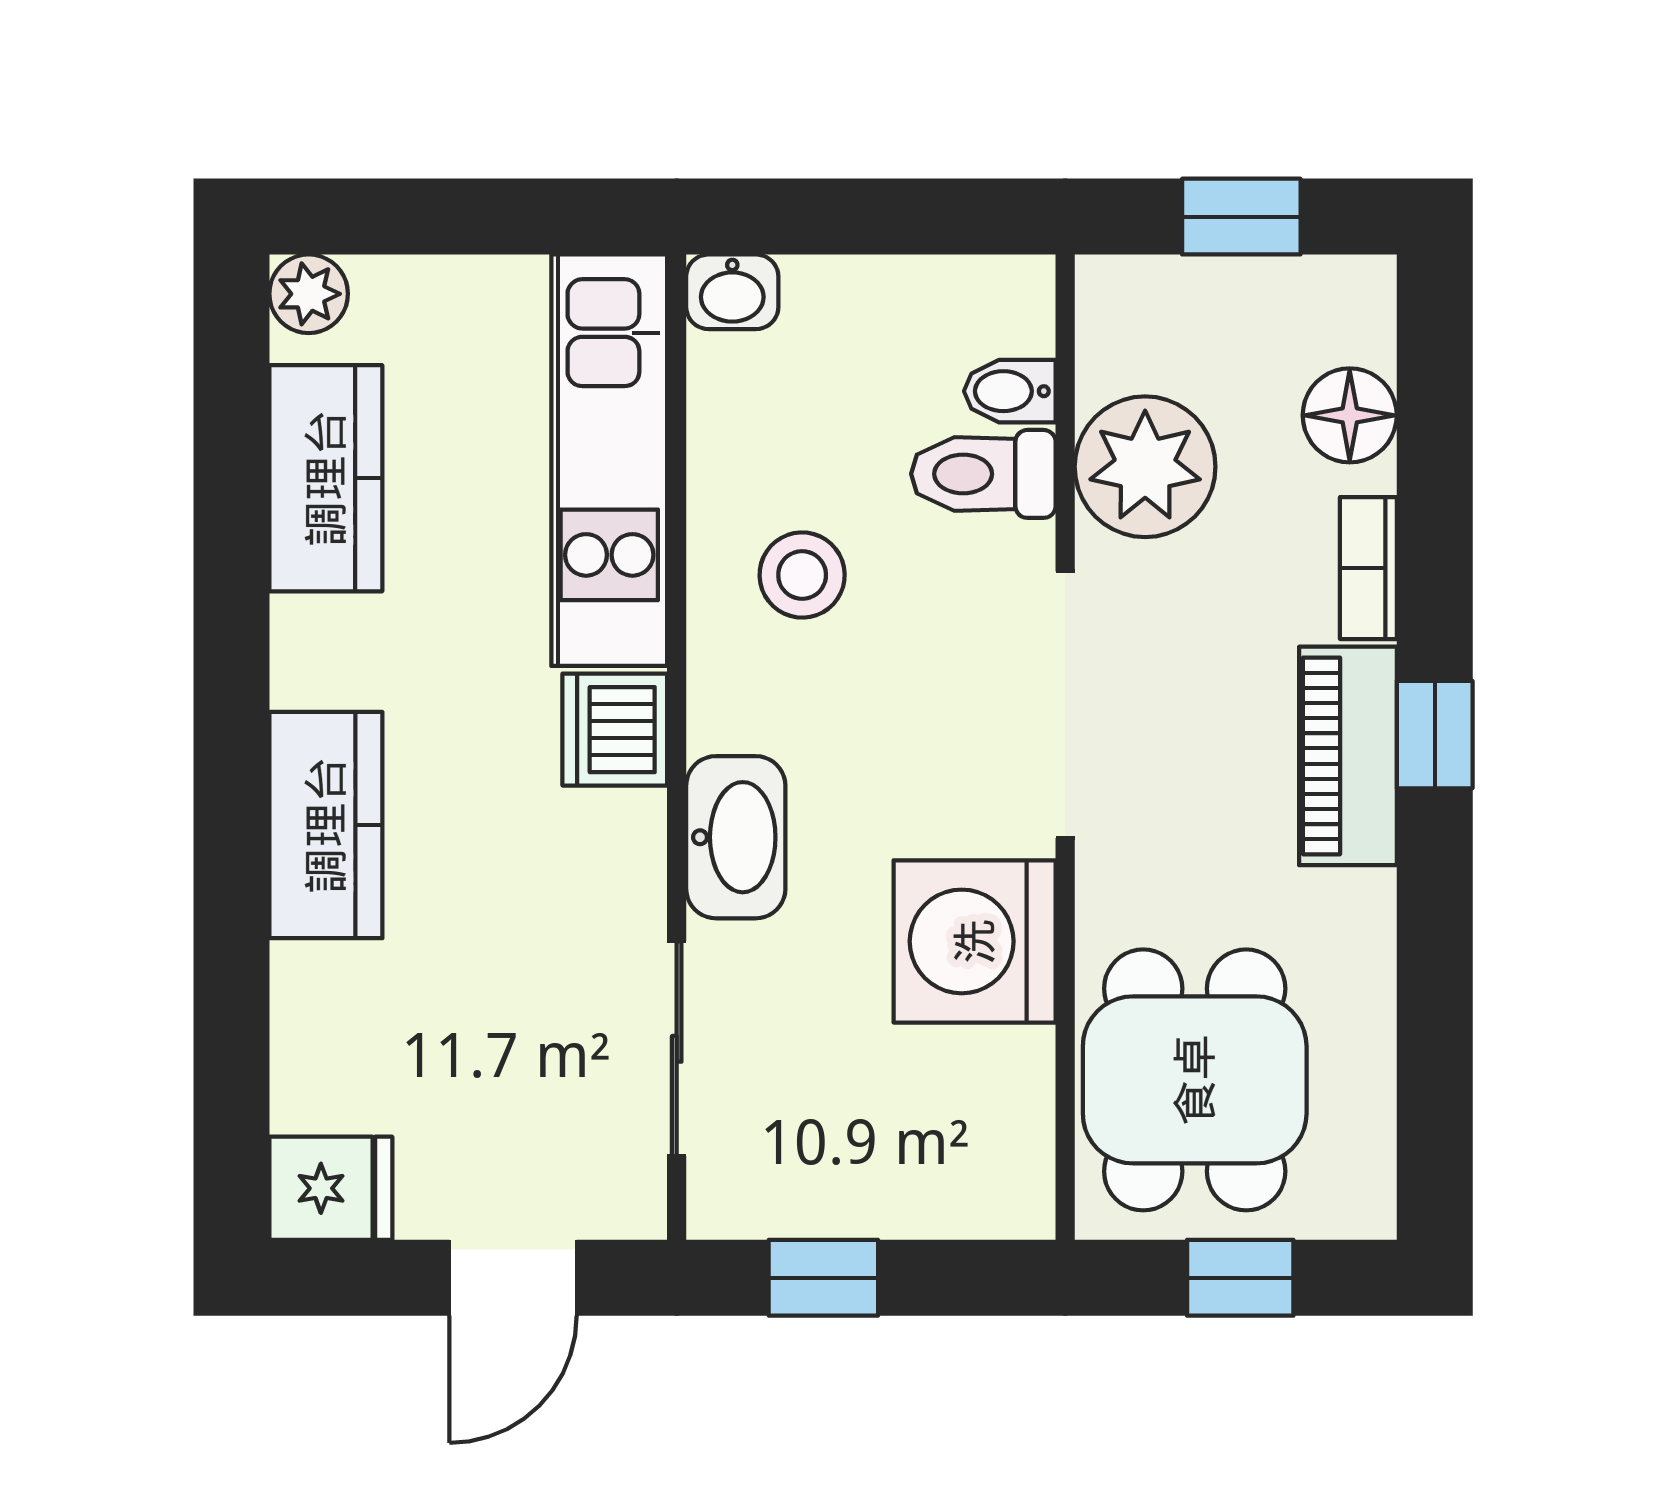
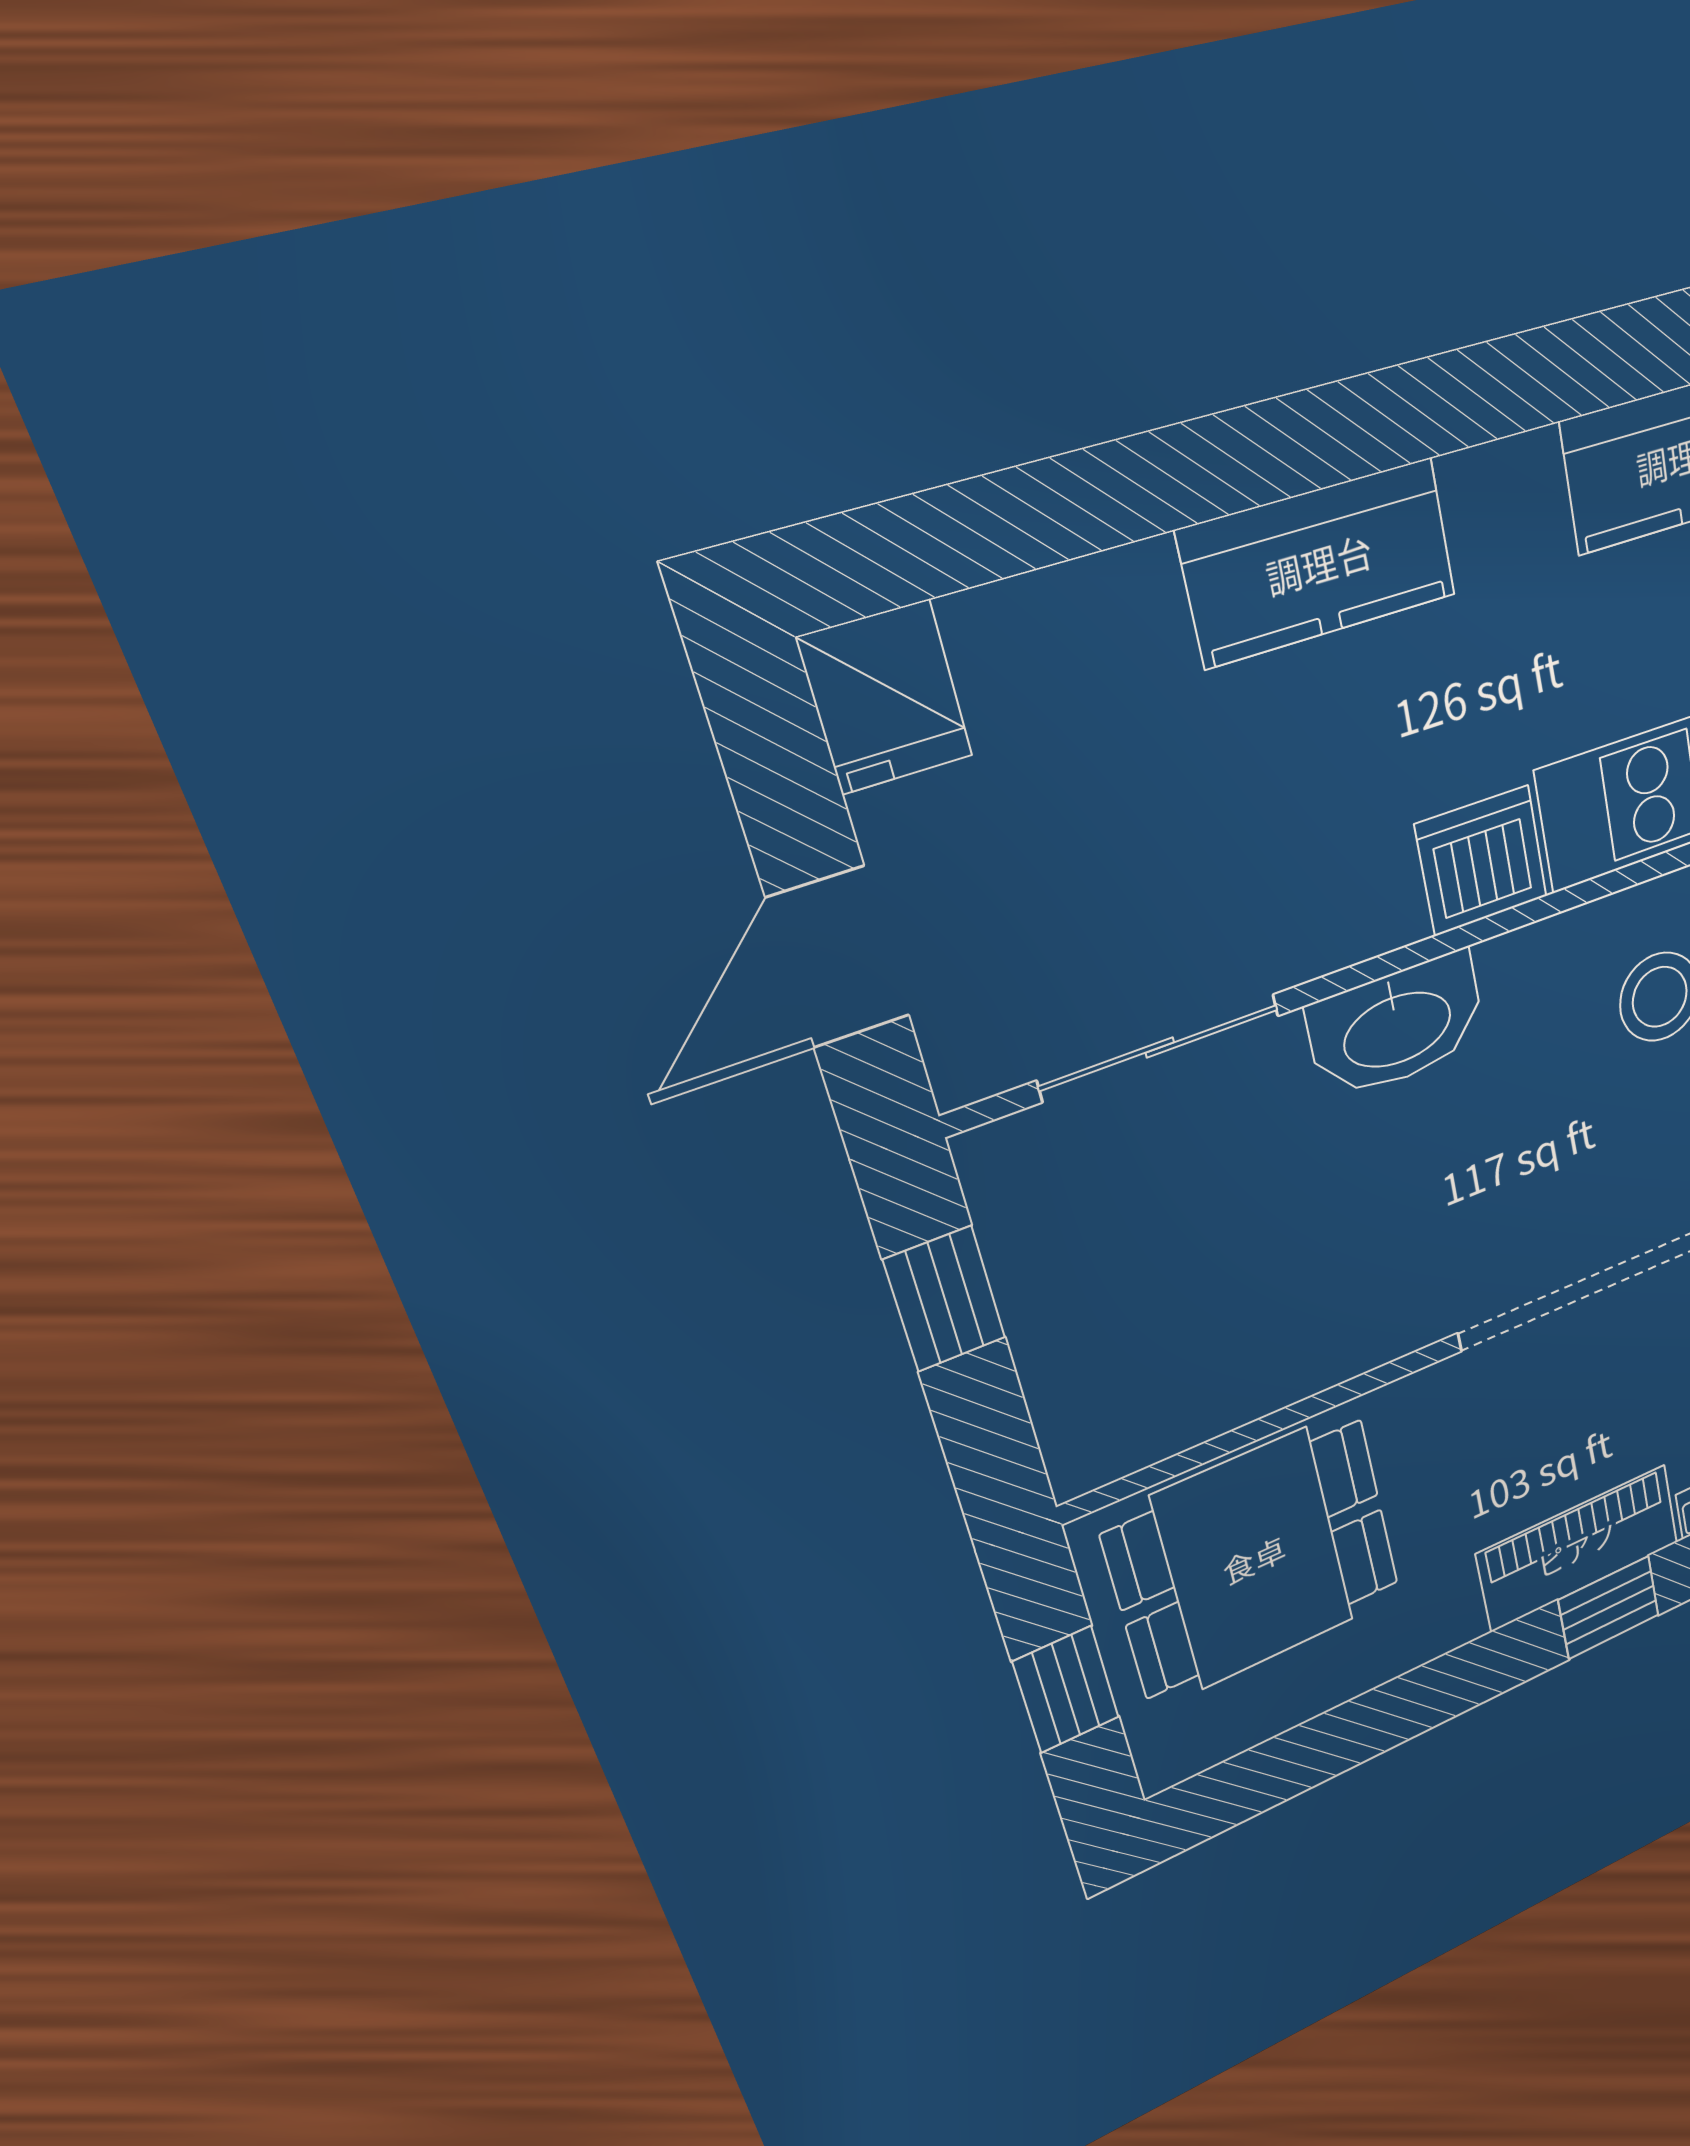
washing machine: (975, 941) -> (1342, 1302), removed
door: (513, 1278) -> (839, 957), hinge flipped

